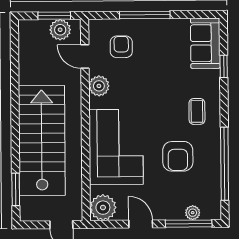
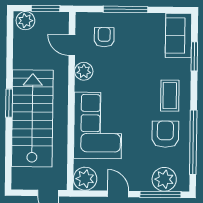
plant: (60, 30) -> (25, 21), moved
window: (224, 66) -> (194, 56), width x1.50
coffee table: (197, 111) -> (170, 96), width x1.36, depth x1.30
armchair: (178, 156) -> (165, 134), moved, turned 180
window: (16, 189) -> (9, 103), moved
plant: (193, 213) -> (164, 179), width x1.87, depth x1.87

